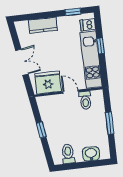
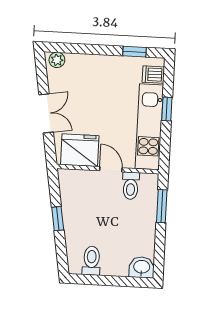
kitchen counter: (43, 25) -> (87, 64), removed
plant: (23, 26) -> (57, 60), added
window: (110, 123) -> (162, 206), moved
washbasin: (91, 154) -> (142, 267), moved

